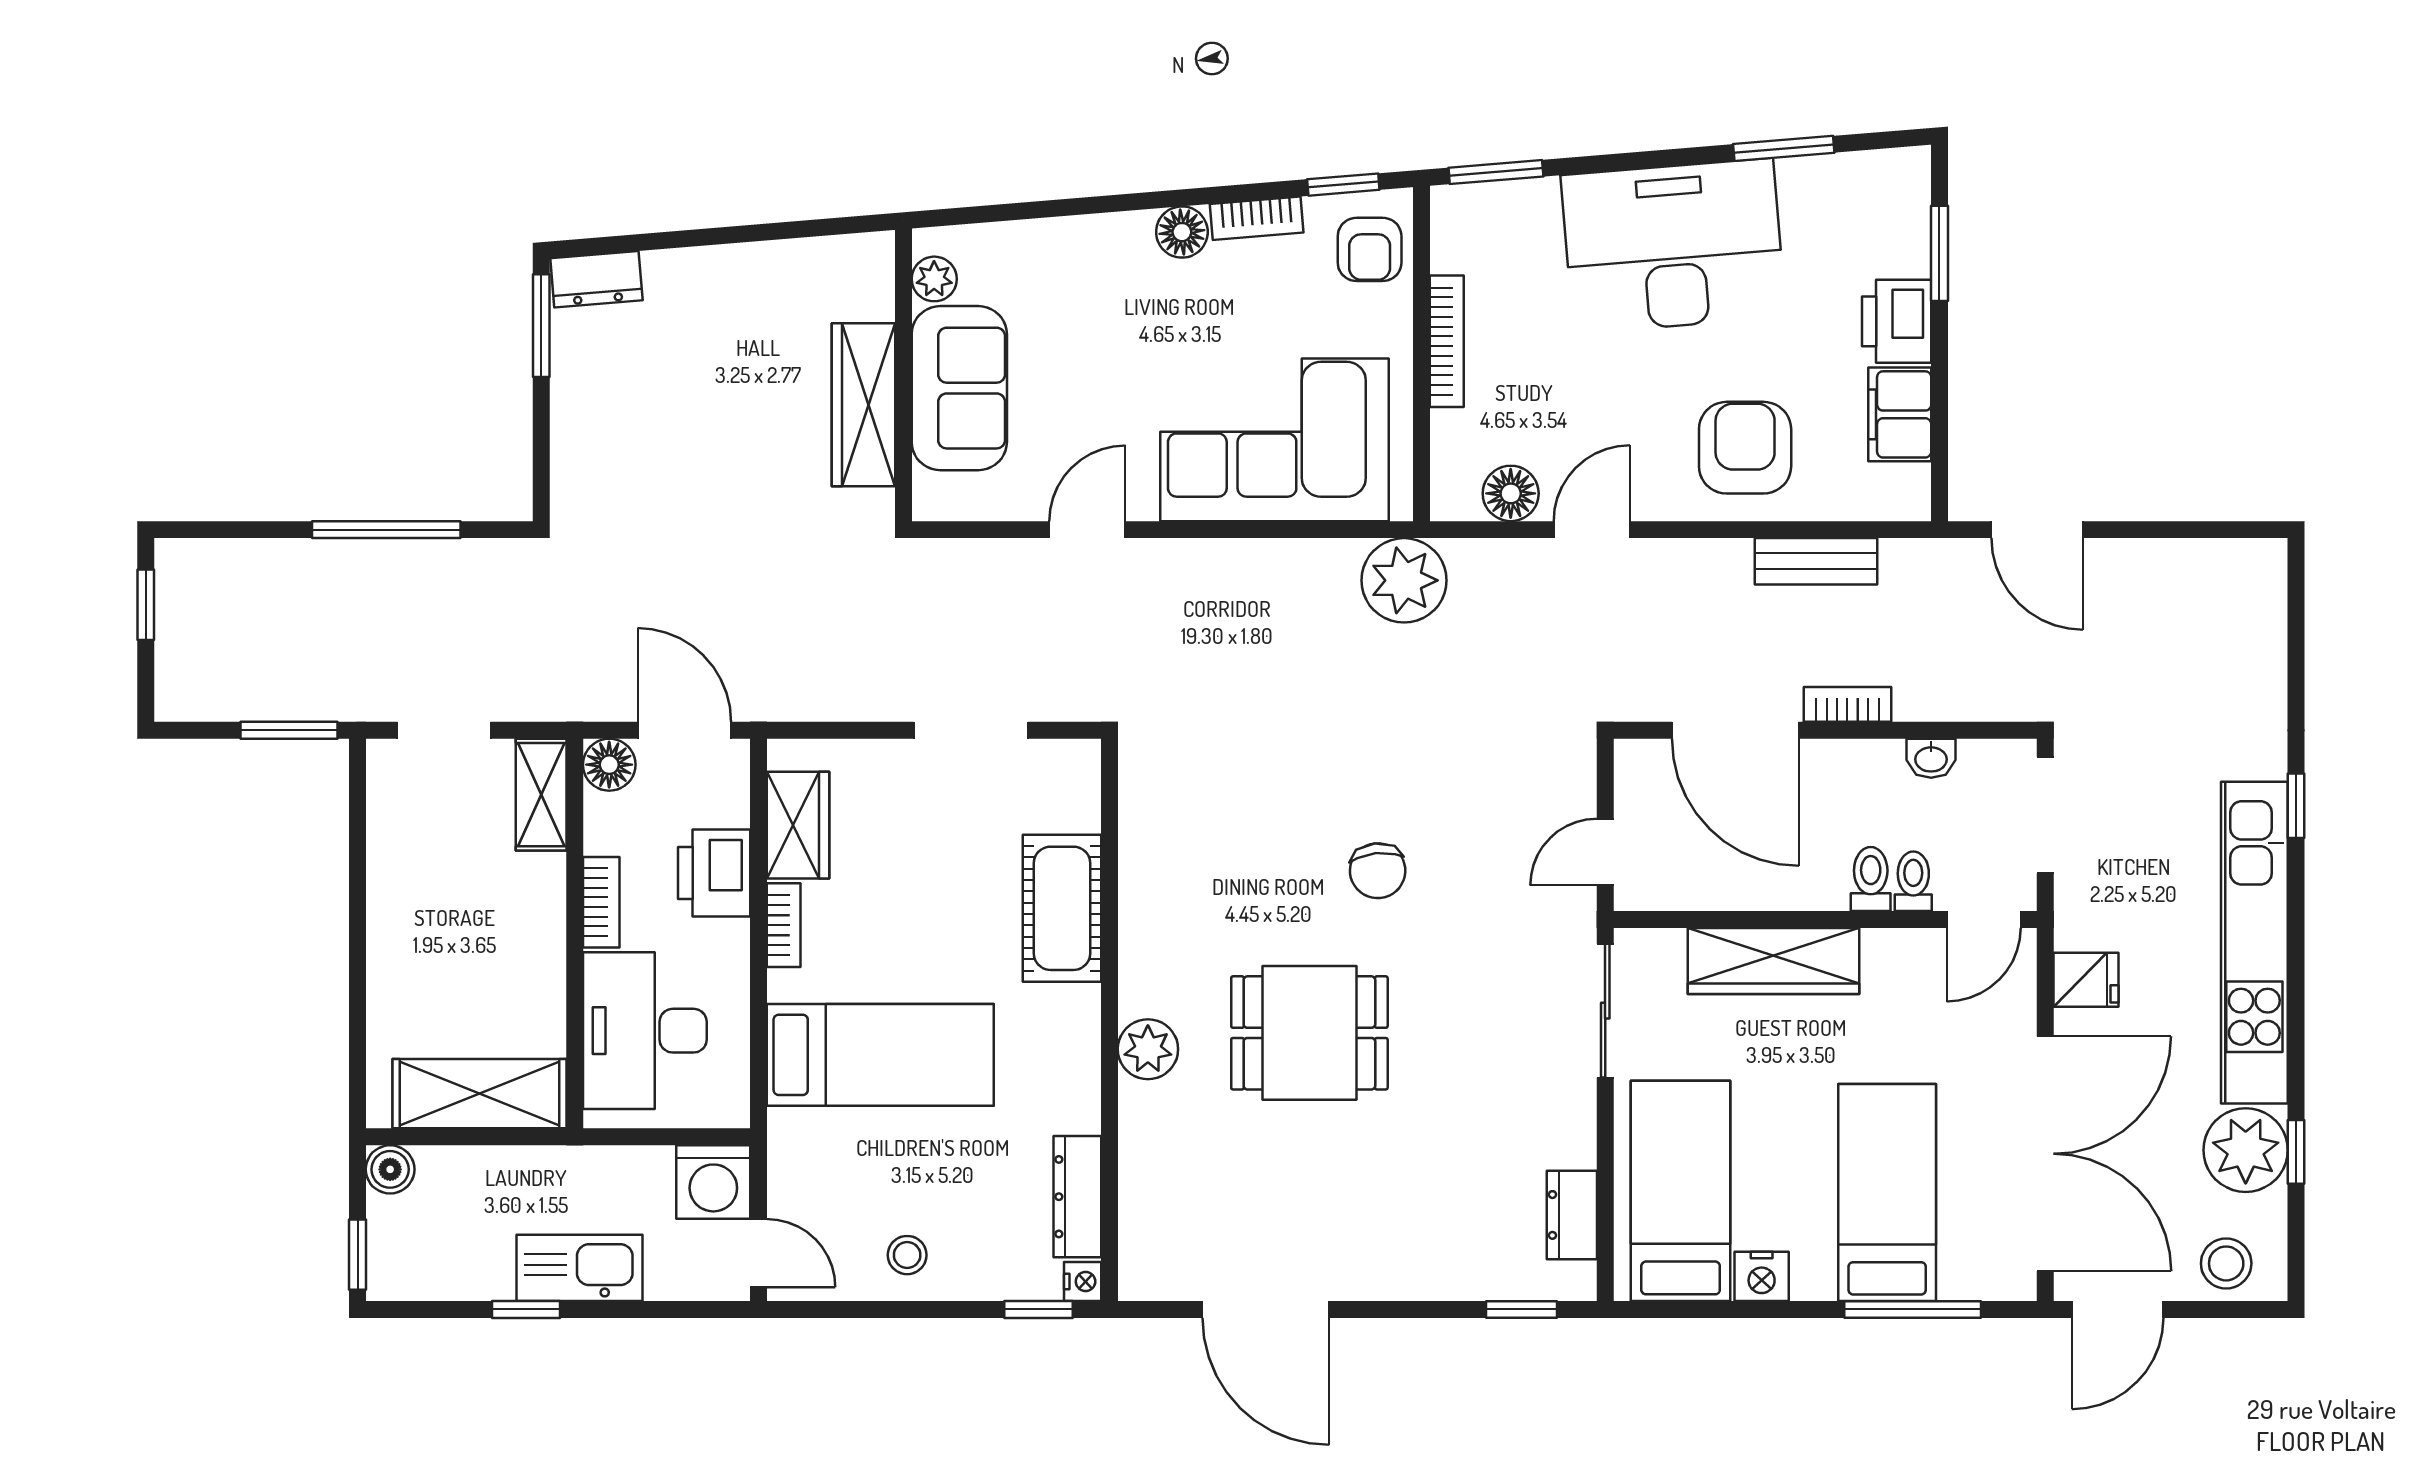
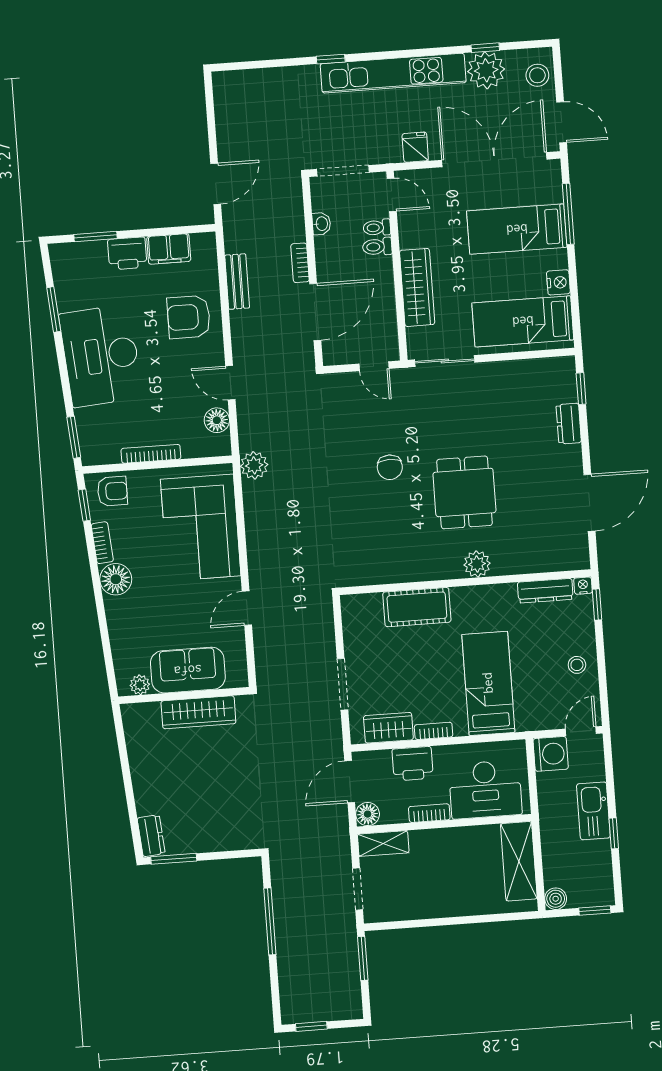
floor lamp: (1182, 232) -> (116, 579), width x1.38, depth x1.38
door: (1087, 530) -> (247, 608), hinge flipped
plant: (1404, 580) -> (254, 465), width x0.73, depth x0.73
doorway: (971, 730) -> (343, 684), moved
chair: (1378, 871) -> (390, 467), turned 96
dresser: (1572, 1215) -> (569, 424), moved, turned 90

